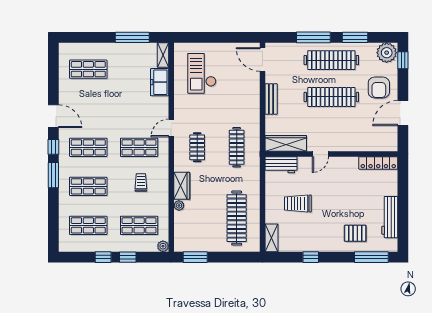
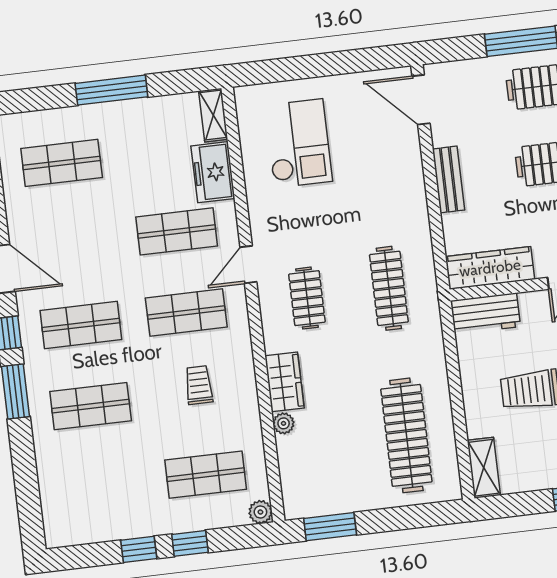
window: (132, 37) -> (111, 90), moved
checkout: (202, 73) -> (298, 143), turned 180
shop shelf: (88, 225) -> (177, 231), moved

